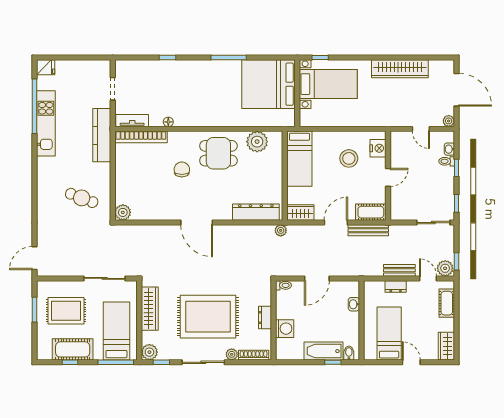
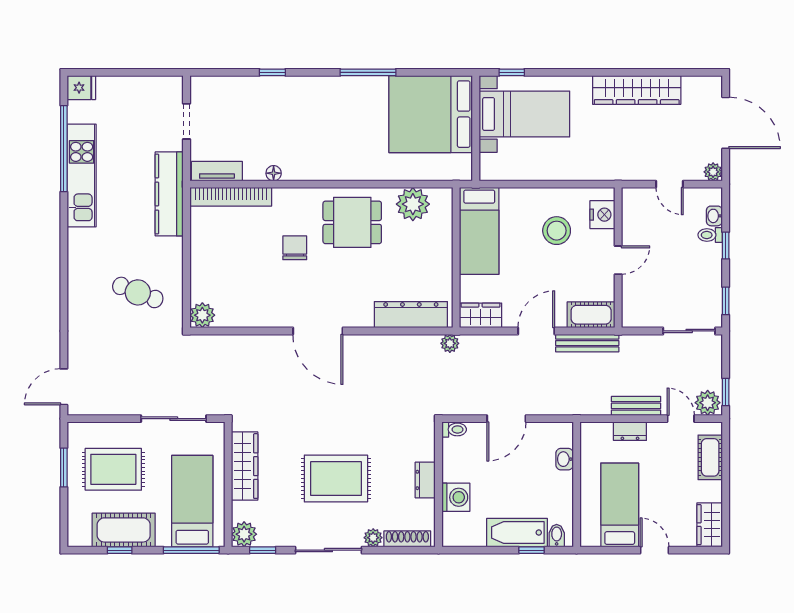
rug: (208, 317) -> (336, 479), width x0.73, depth x0.69

